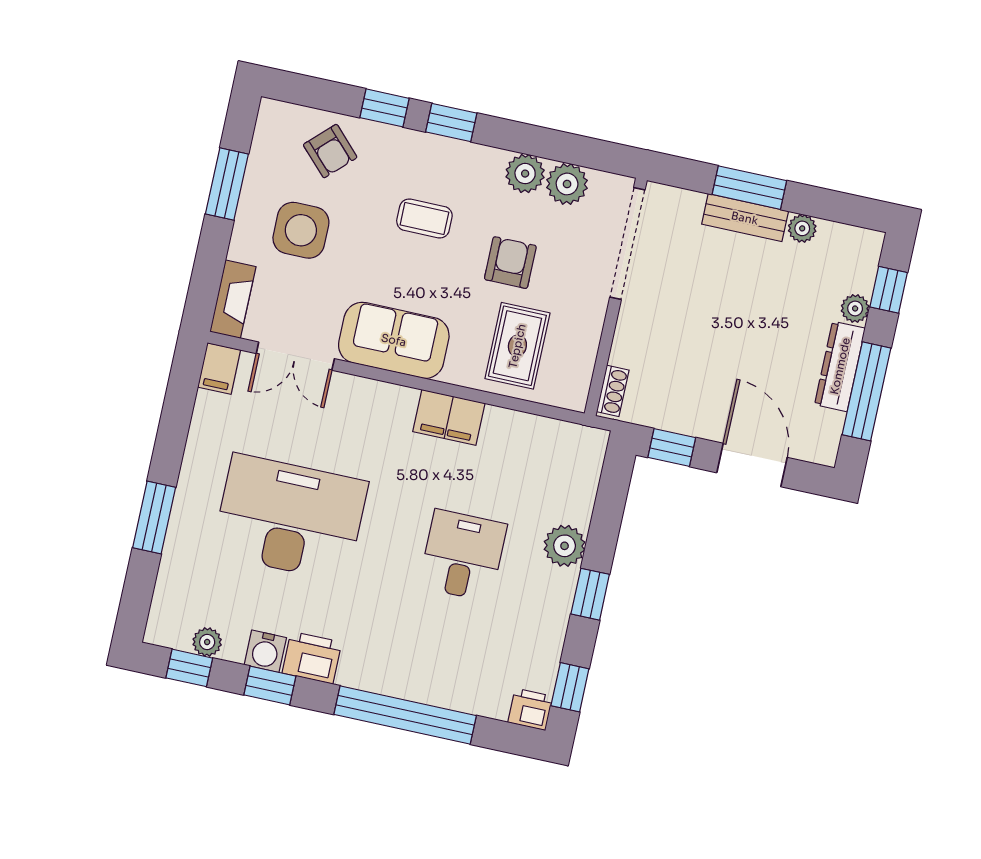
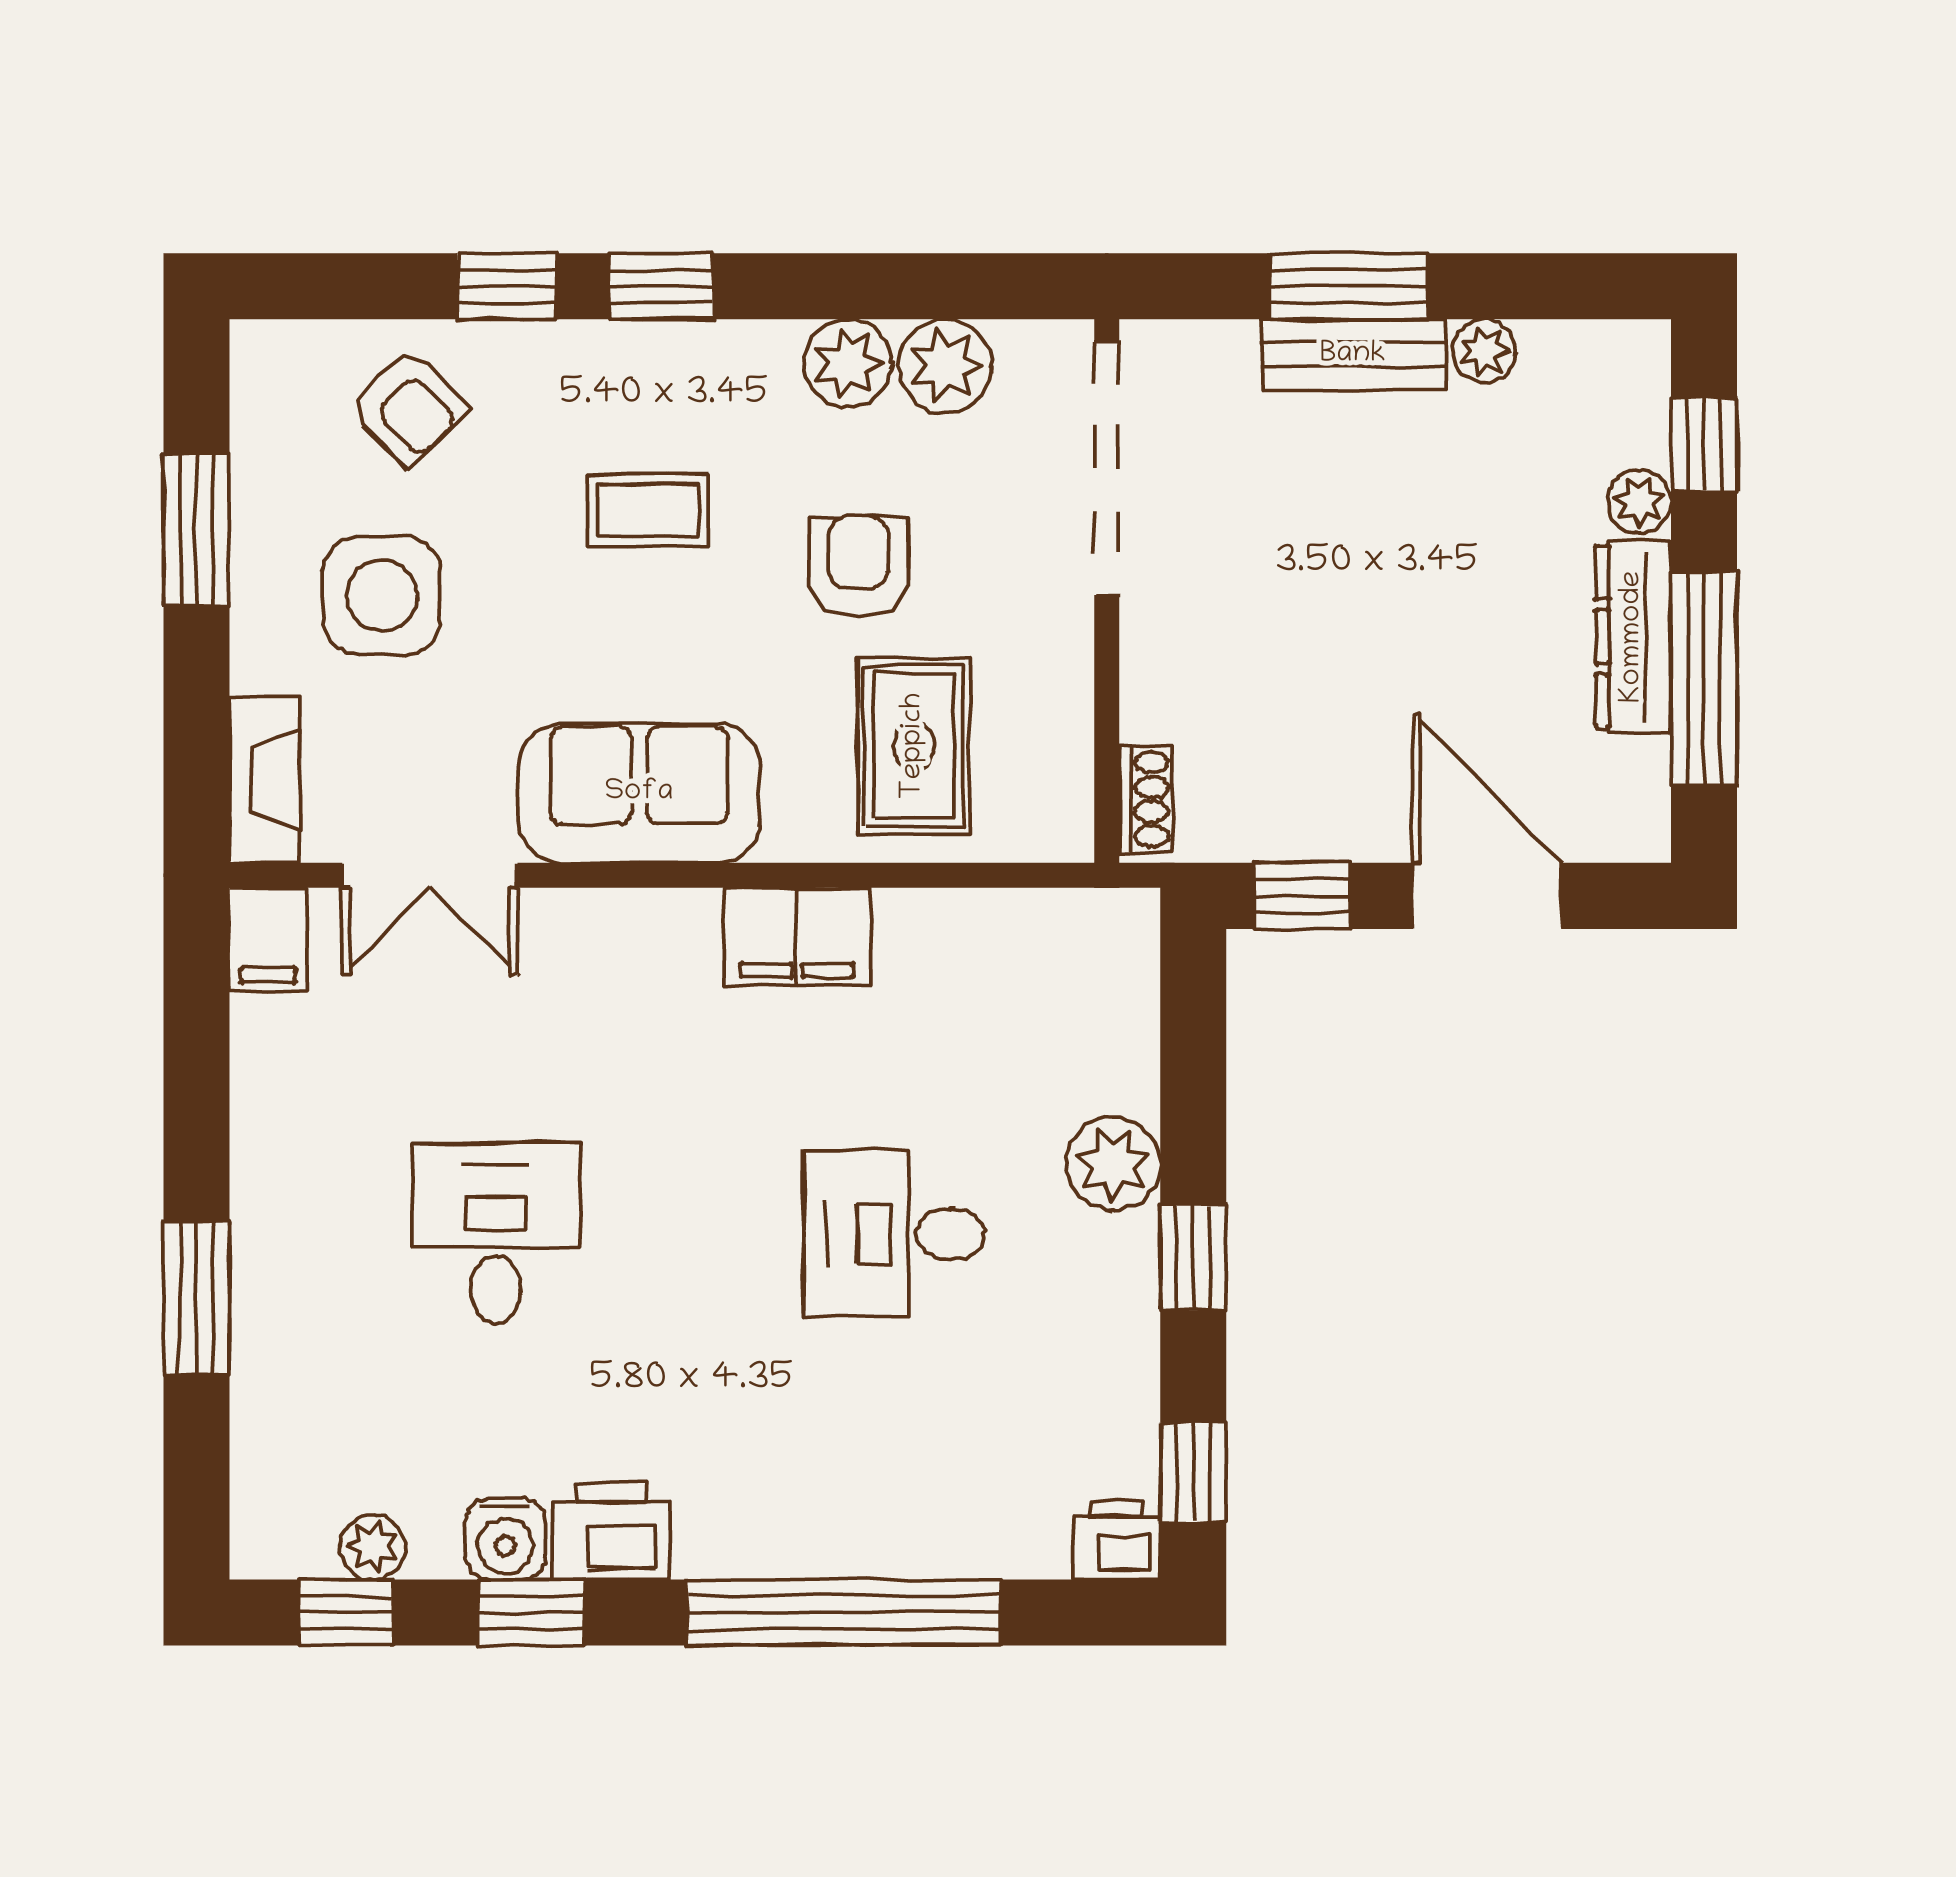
desk: (290, 518) -> (496, 1234), width x0.53, depth x0.77
desk: (463, 555) -> (894, 1234), turned -90

